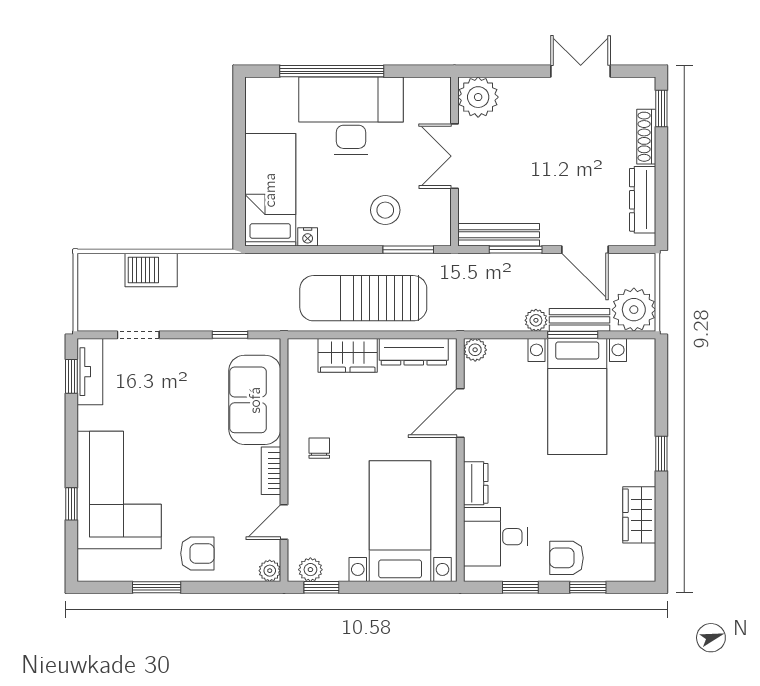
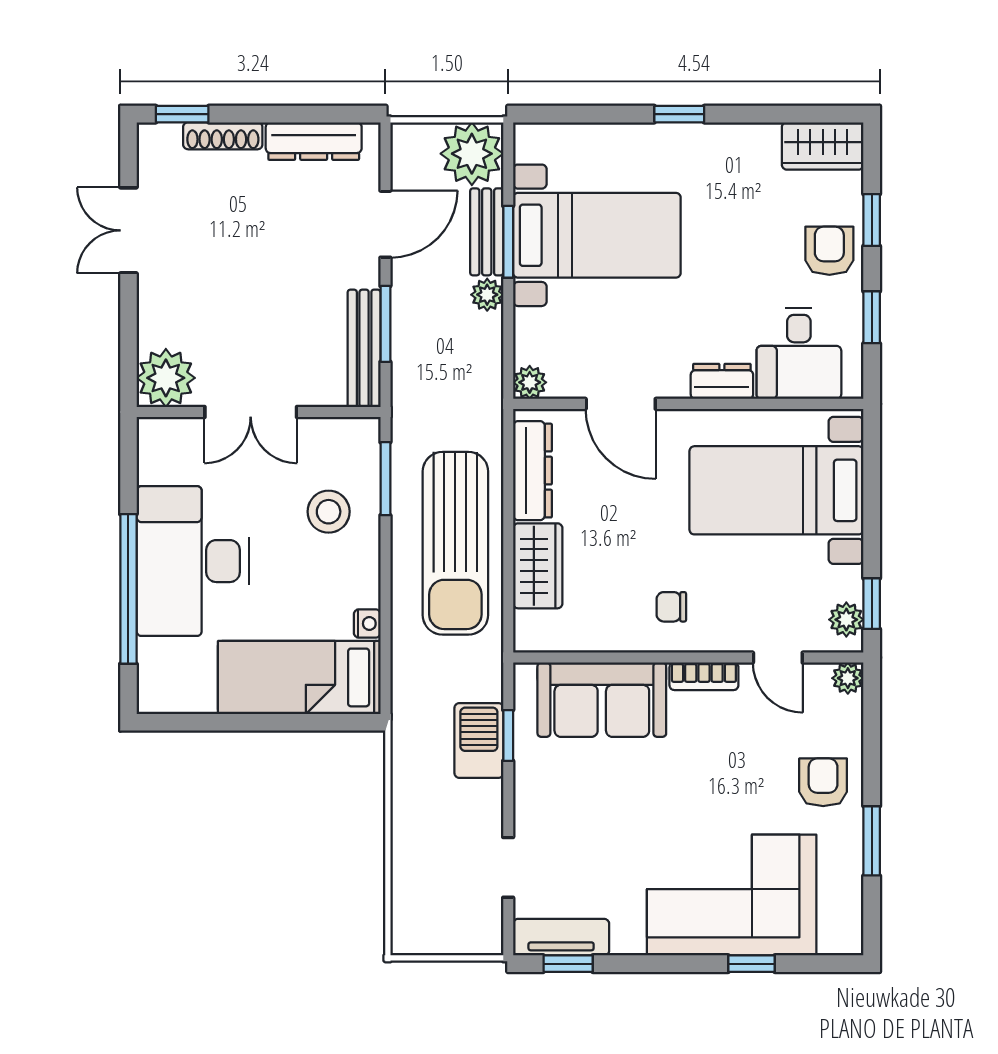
barbecue: (151, 270) -> (479, 740), moved, turned 180
wardrobe: (639, 515) -> (823, 146), moved
armchair: (566, 558) -> (829, 251), turned 180

